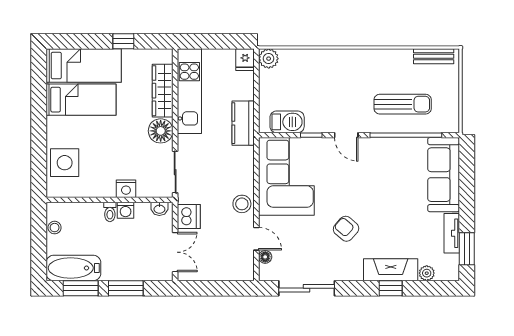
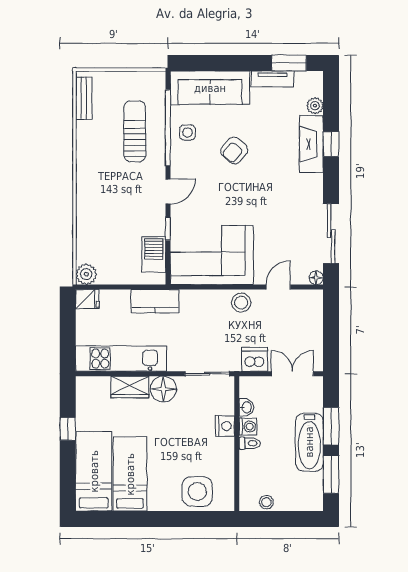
wardrobe: (163, 91) -> (130, 387), width x0.67
side table: (402, 153) -> (187, 132), added
washbasin: (159, 209) -> (246, 407), moved
armchair: (346, 229) -> (234, 150), moved
floor lamp: (265, 257) -> (316, 278), moved
bathtub: (73, 268) -> (309, 442), moved

